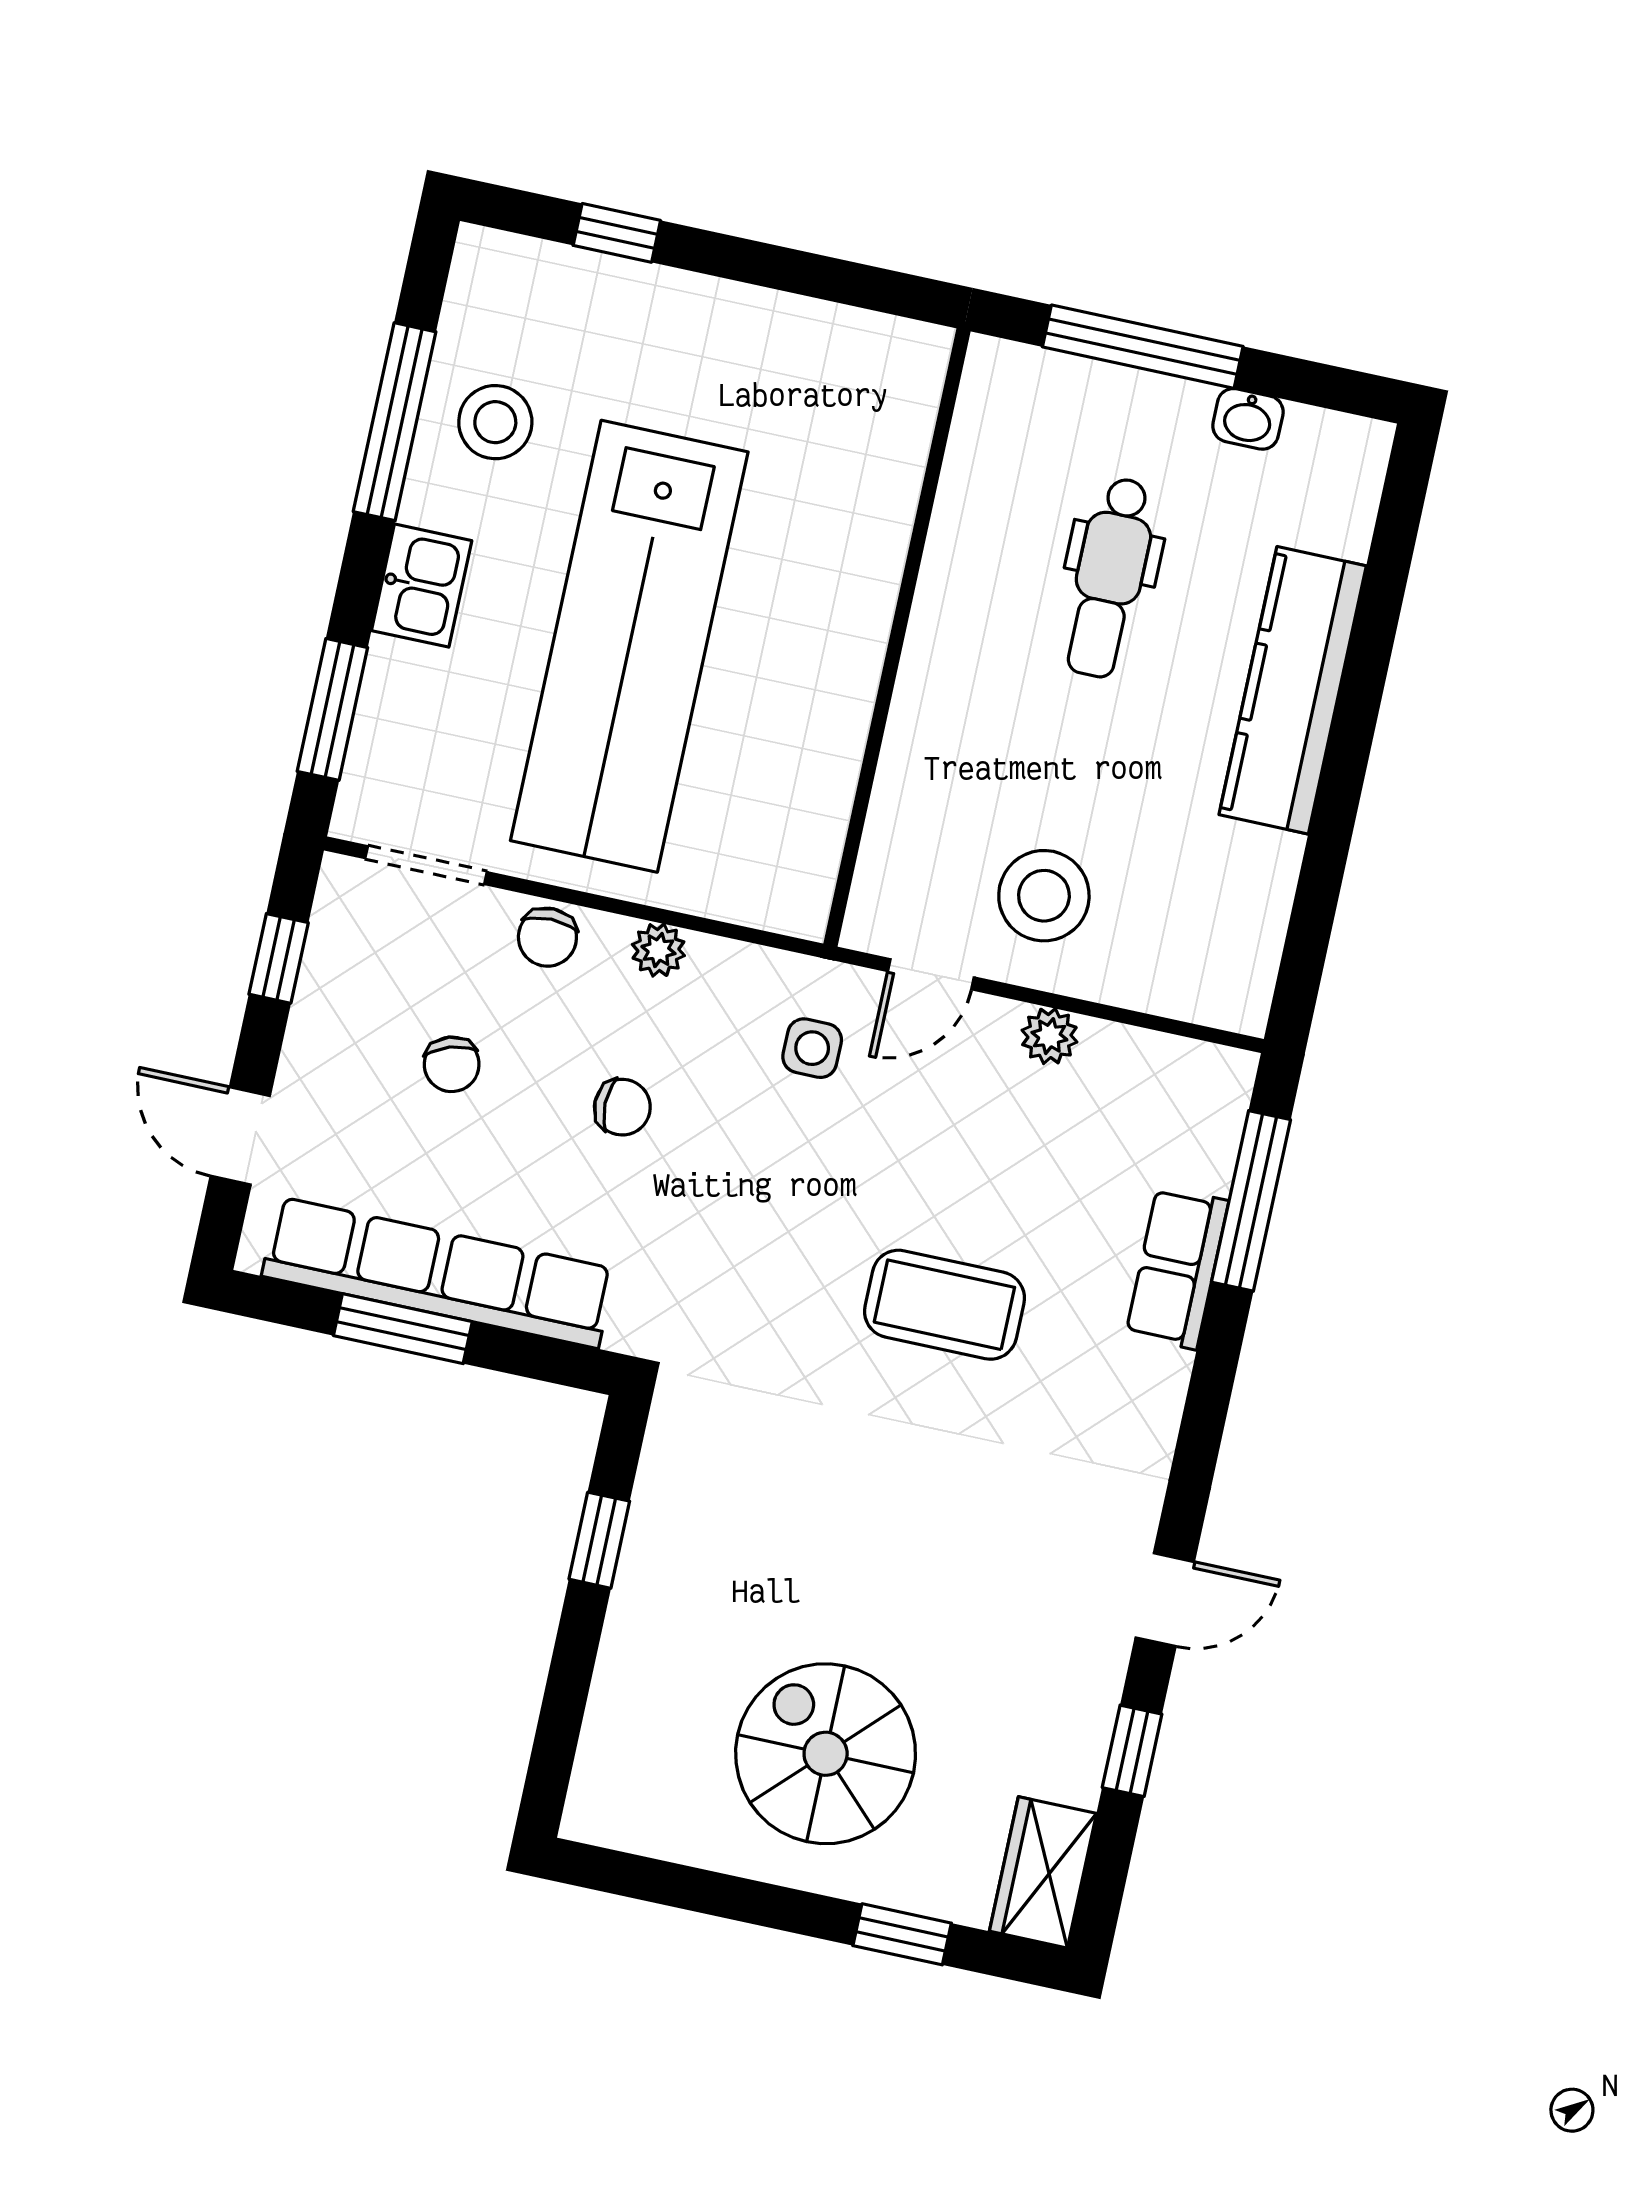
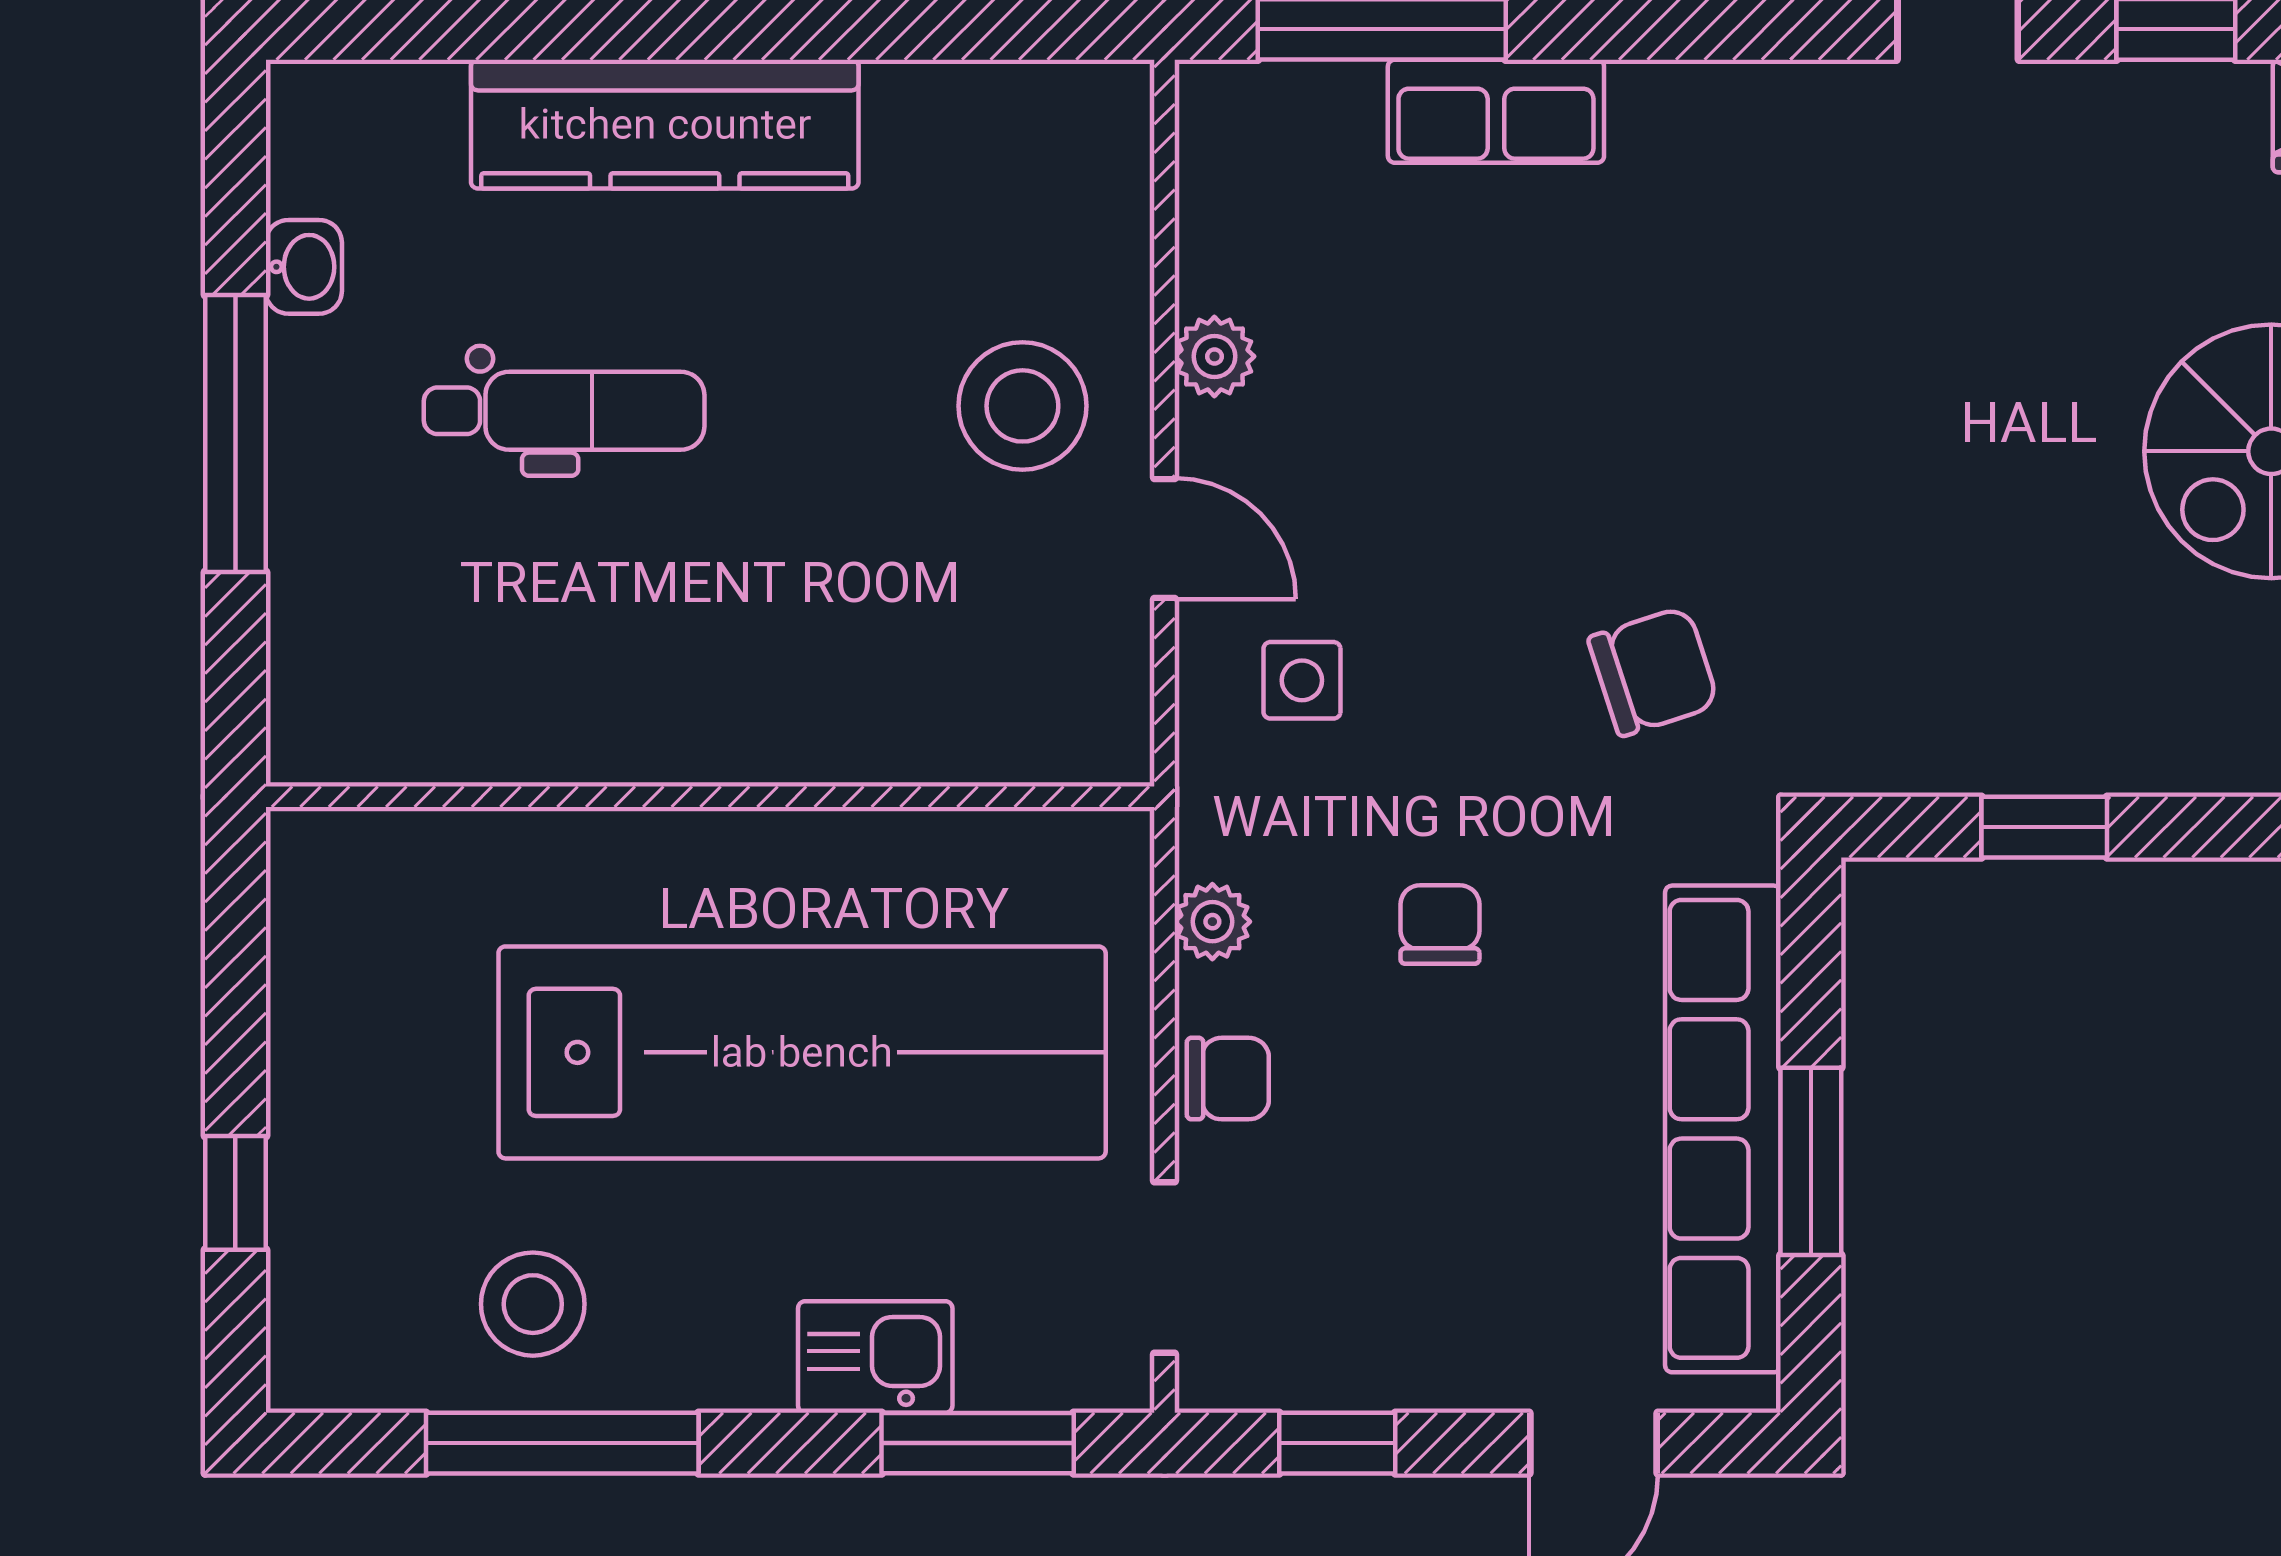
kitchen sink: (422, 586) -> (875, 1357), moved
wall: (897, 638) -> (710, 797), moved
chair: (452, 1064) -> (1653, 671), moved, width x1.37, depth x1.37
coffee table: (944, 1305) -> (1616, 421), removed

